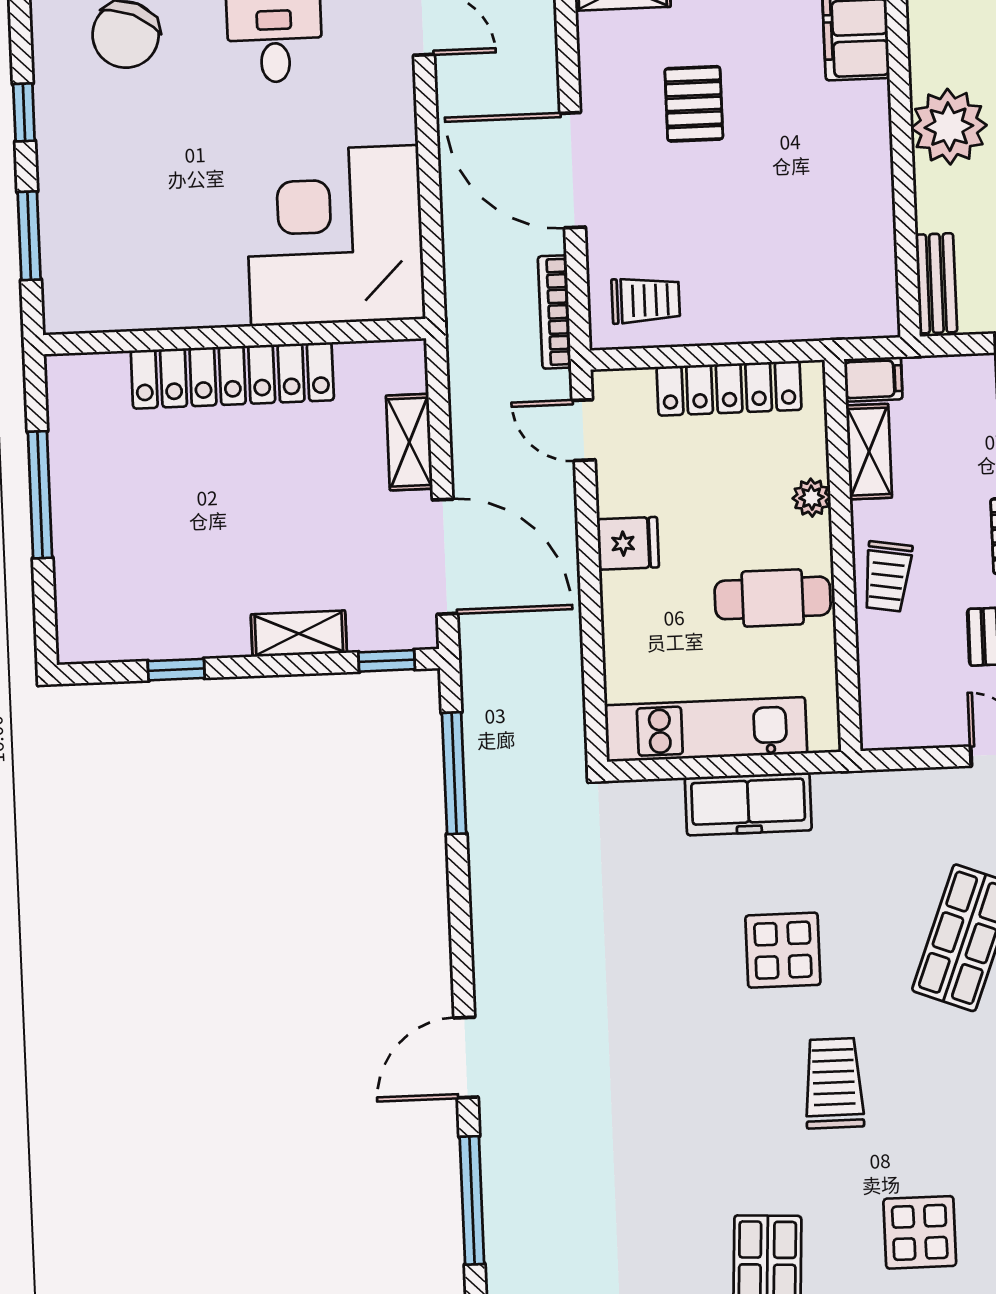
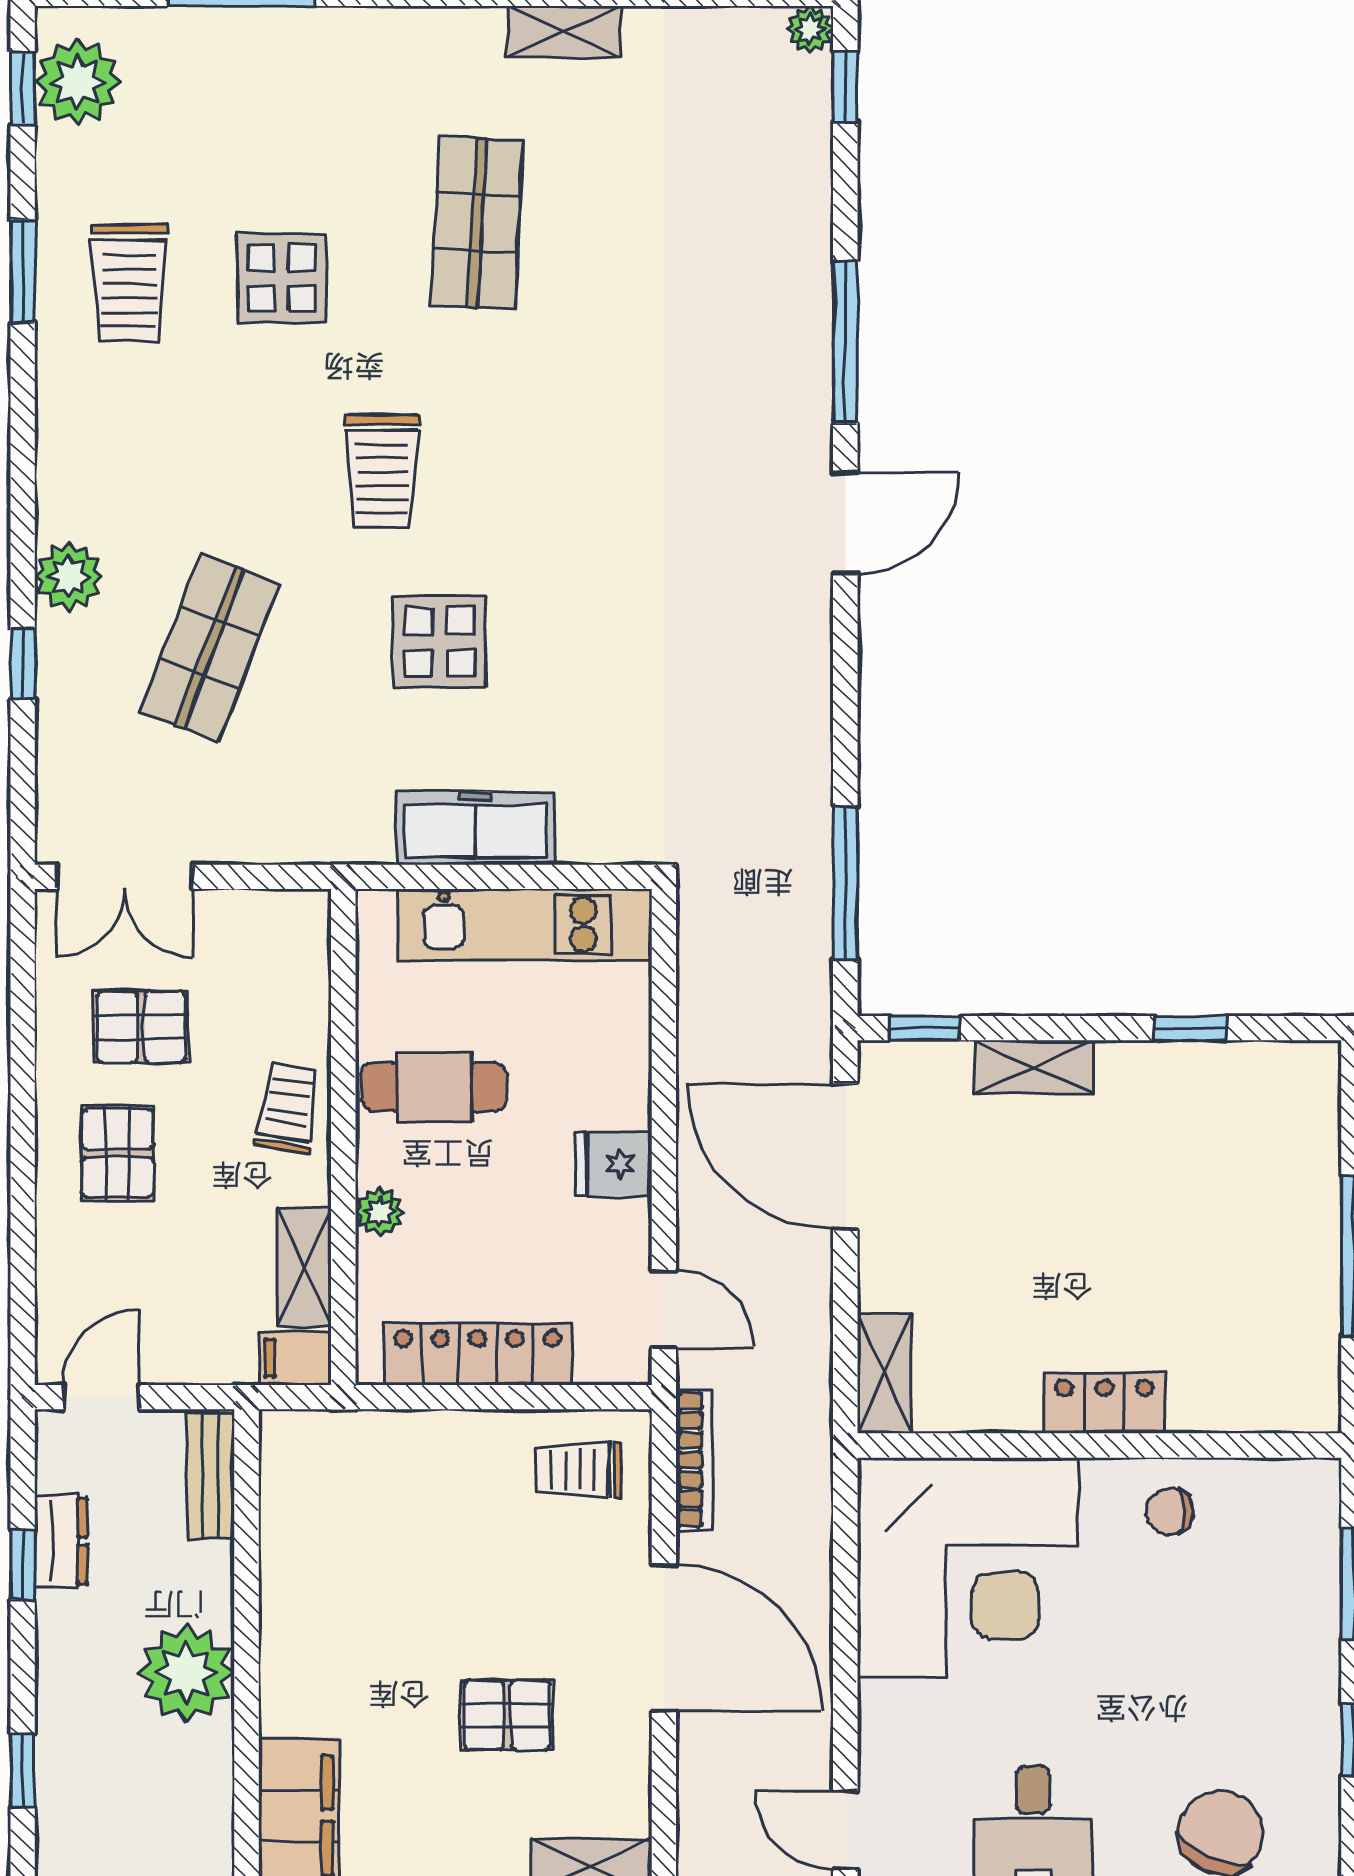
pallet: (694, 104) -> (507, 1715), turned 90
chair: (177, 287) -> (1170, 1511), added
locker: (232, 375) -> (1104, 1403), width x0.46, depth x0.83
shelving: (409, 442) -> (884, 1373), moved

